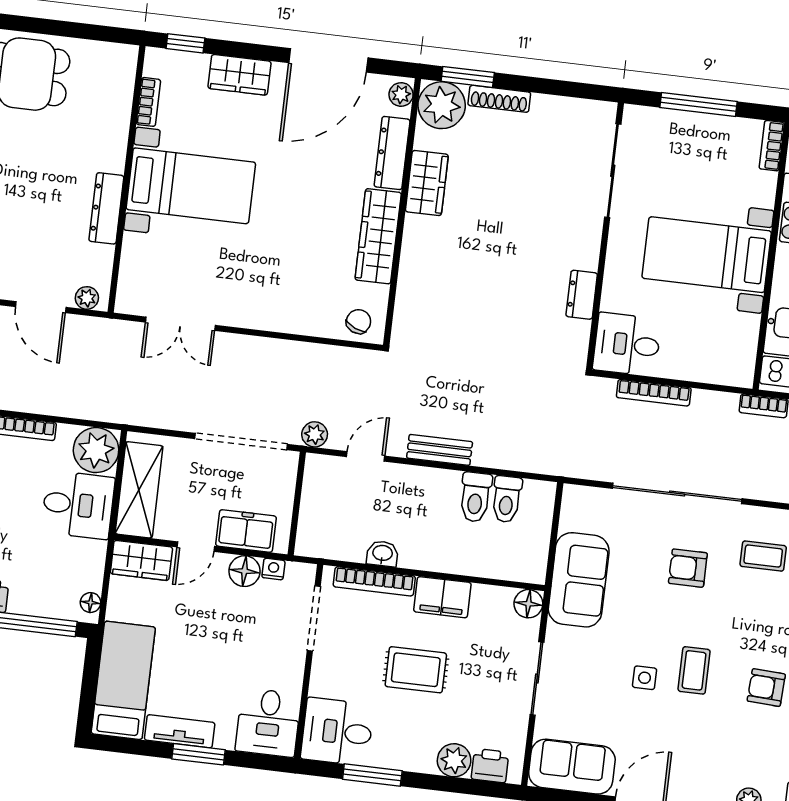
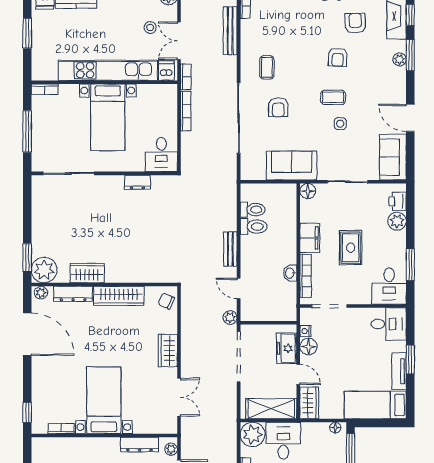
wardrobe: (239, 75) -> (168, 351), moved, turned 180
shoe rack: (499, 99) -> (37, 239), removed
dresser: (106, 208) -> (139, 444), moved
bookcase: (654, 393) -> (186, 111), moved

